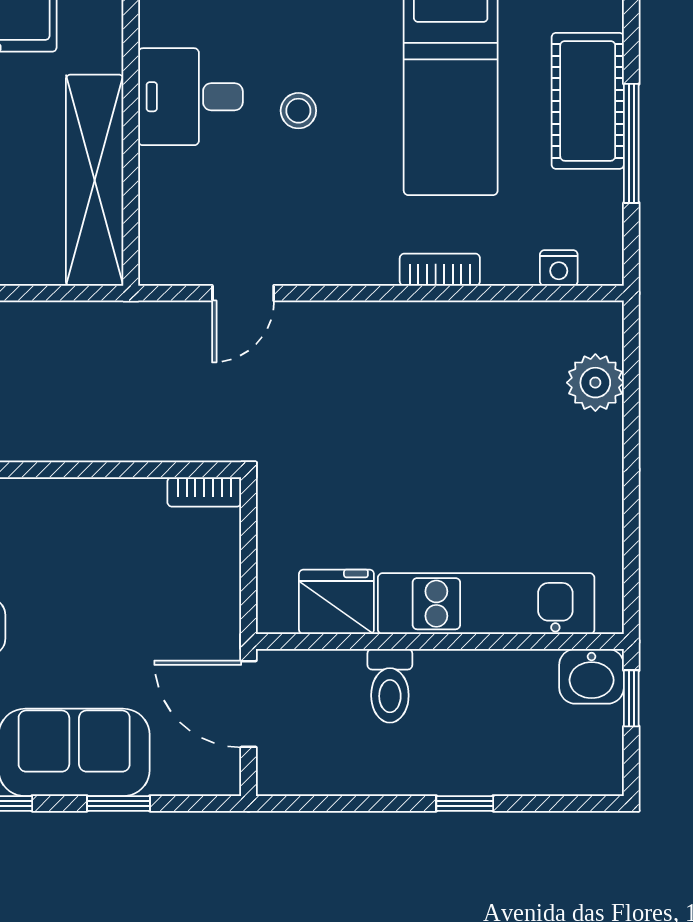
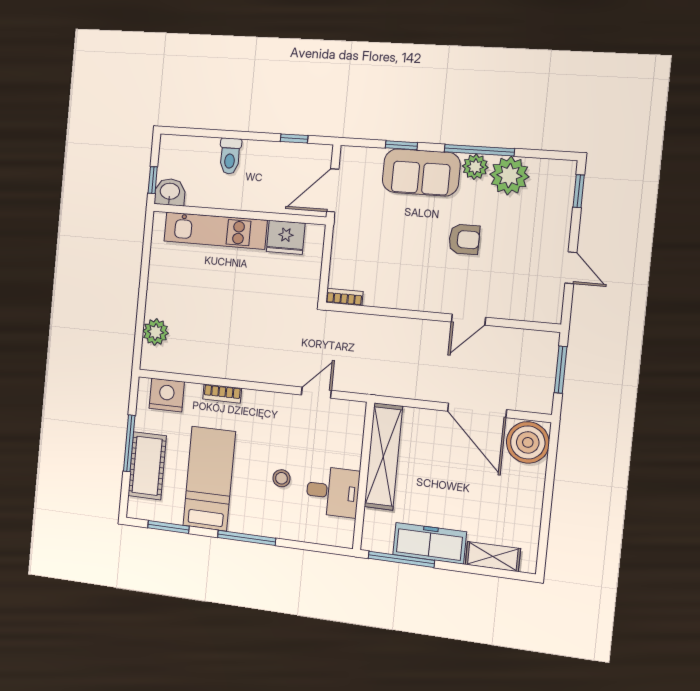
nightstand: (559, 268) -> (167, 395), width x1.89, depth x1.79
toilet: (390, 686) -> (230, 156), moved, turned 180
door: (249, 704) -> (333, 190), swing flipped
window: (465, 803) -> (294, 139), moved

